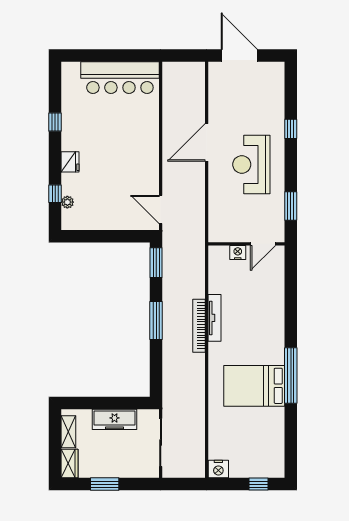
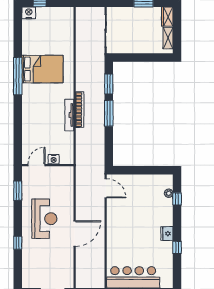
fridge: (70, 162) -> (167, 234), moved
window: (156, 263) -> (109, 84), moved
freezer: (114, 419) -> (137, 46), removed
nightstand: (218, 469) -> (29, 13), moved

